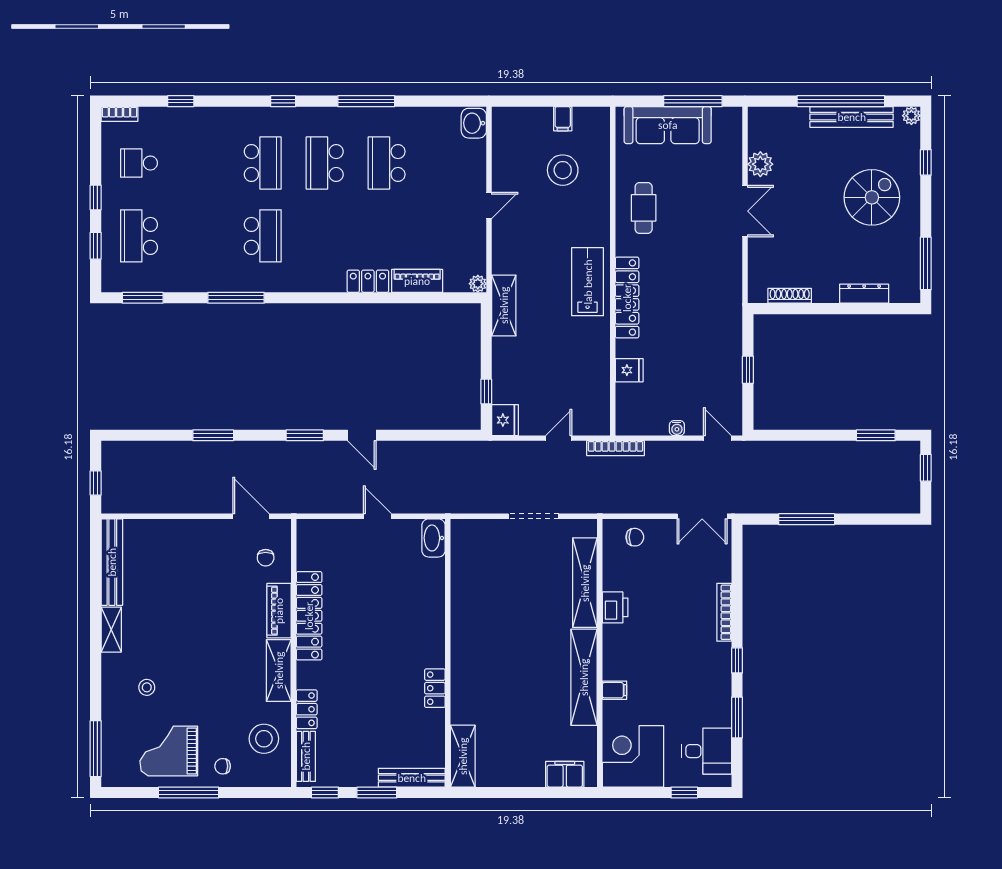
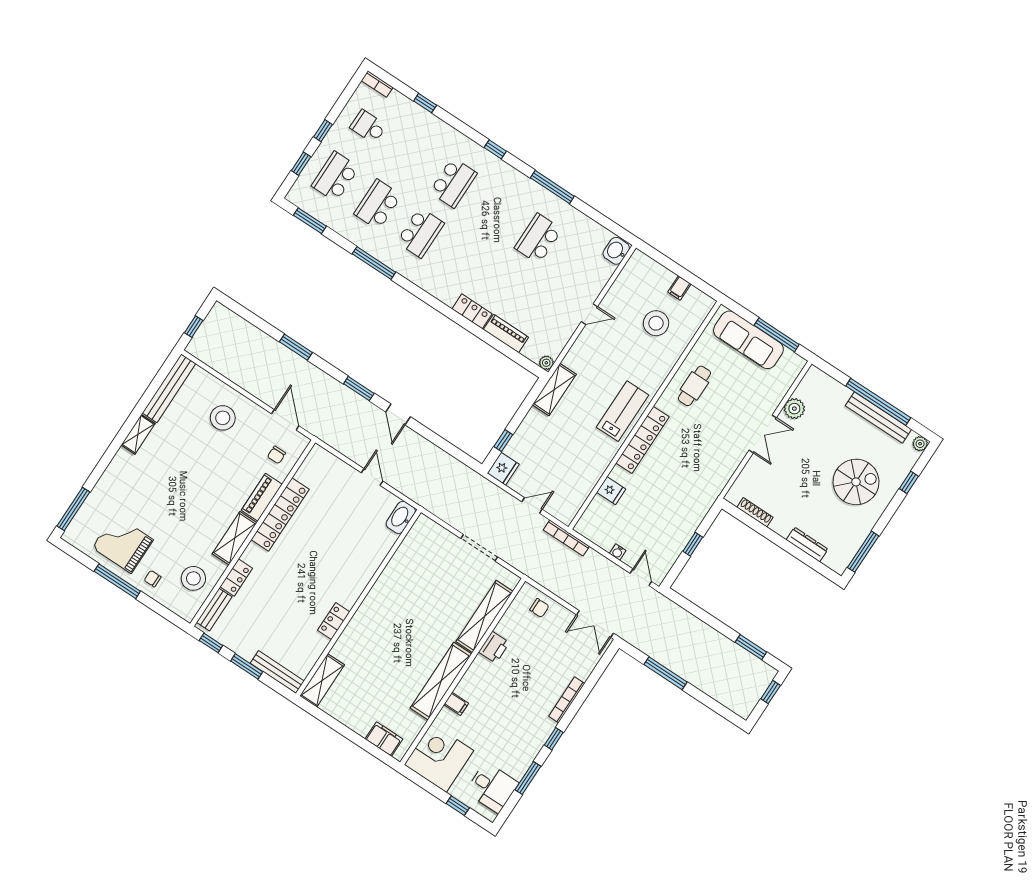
school desk: (325, 163) -> (378, 205), moved
stool: (147, 687) -> (223, 418), moved, width x1.89, depth x1.89

